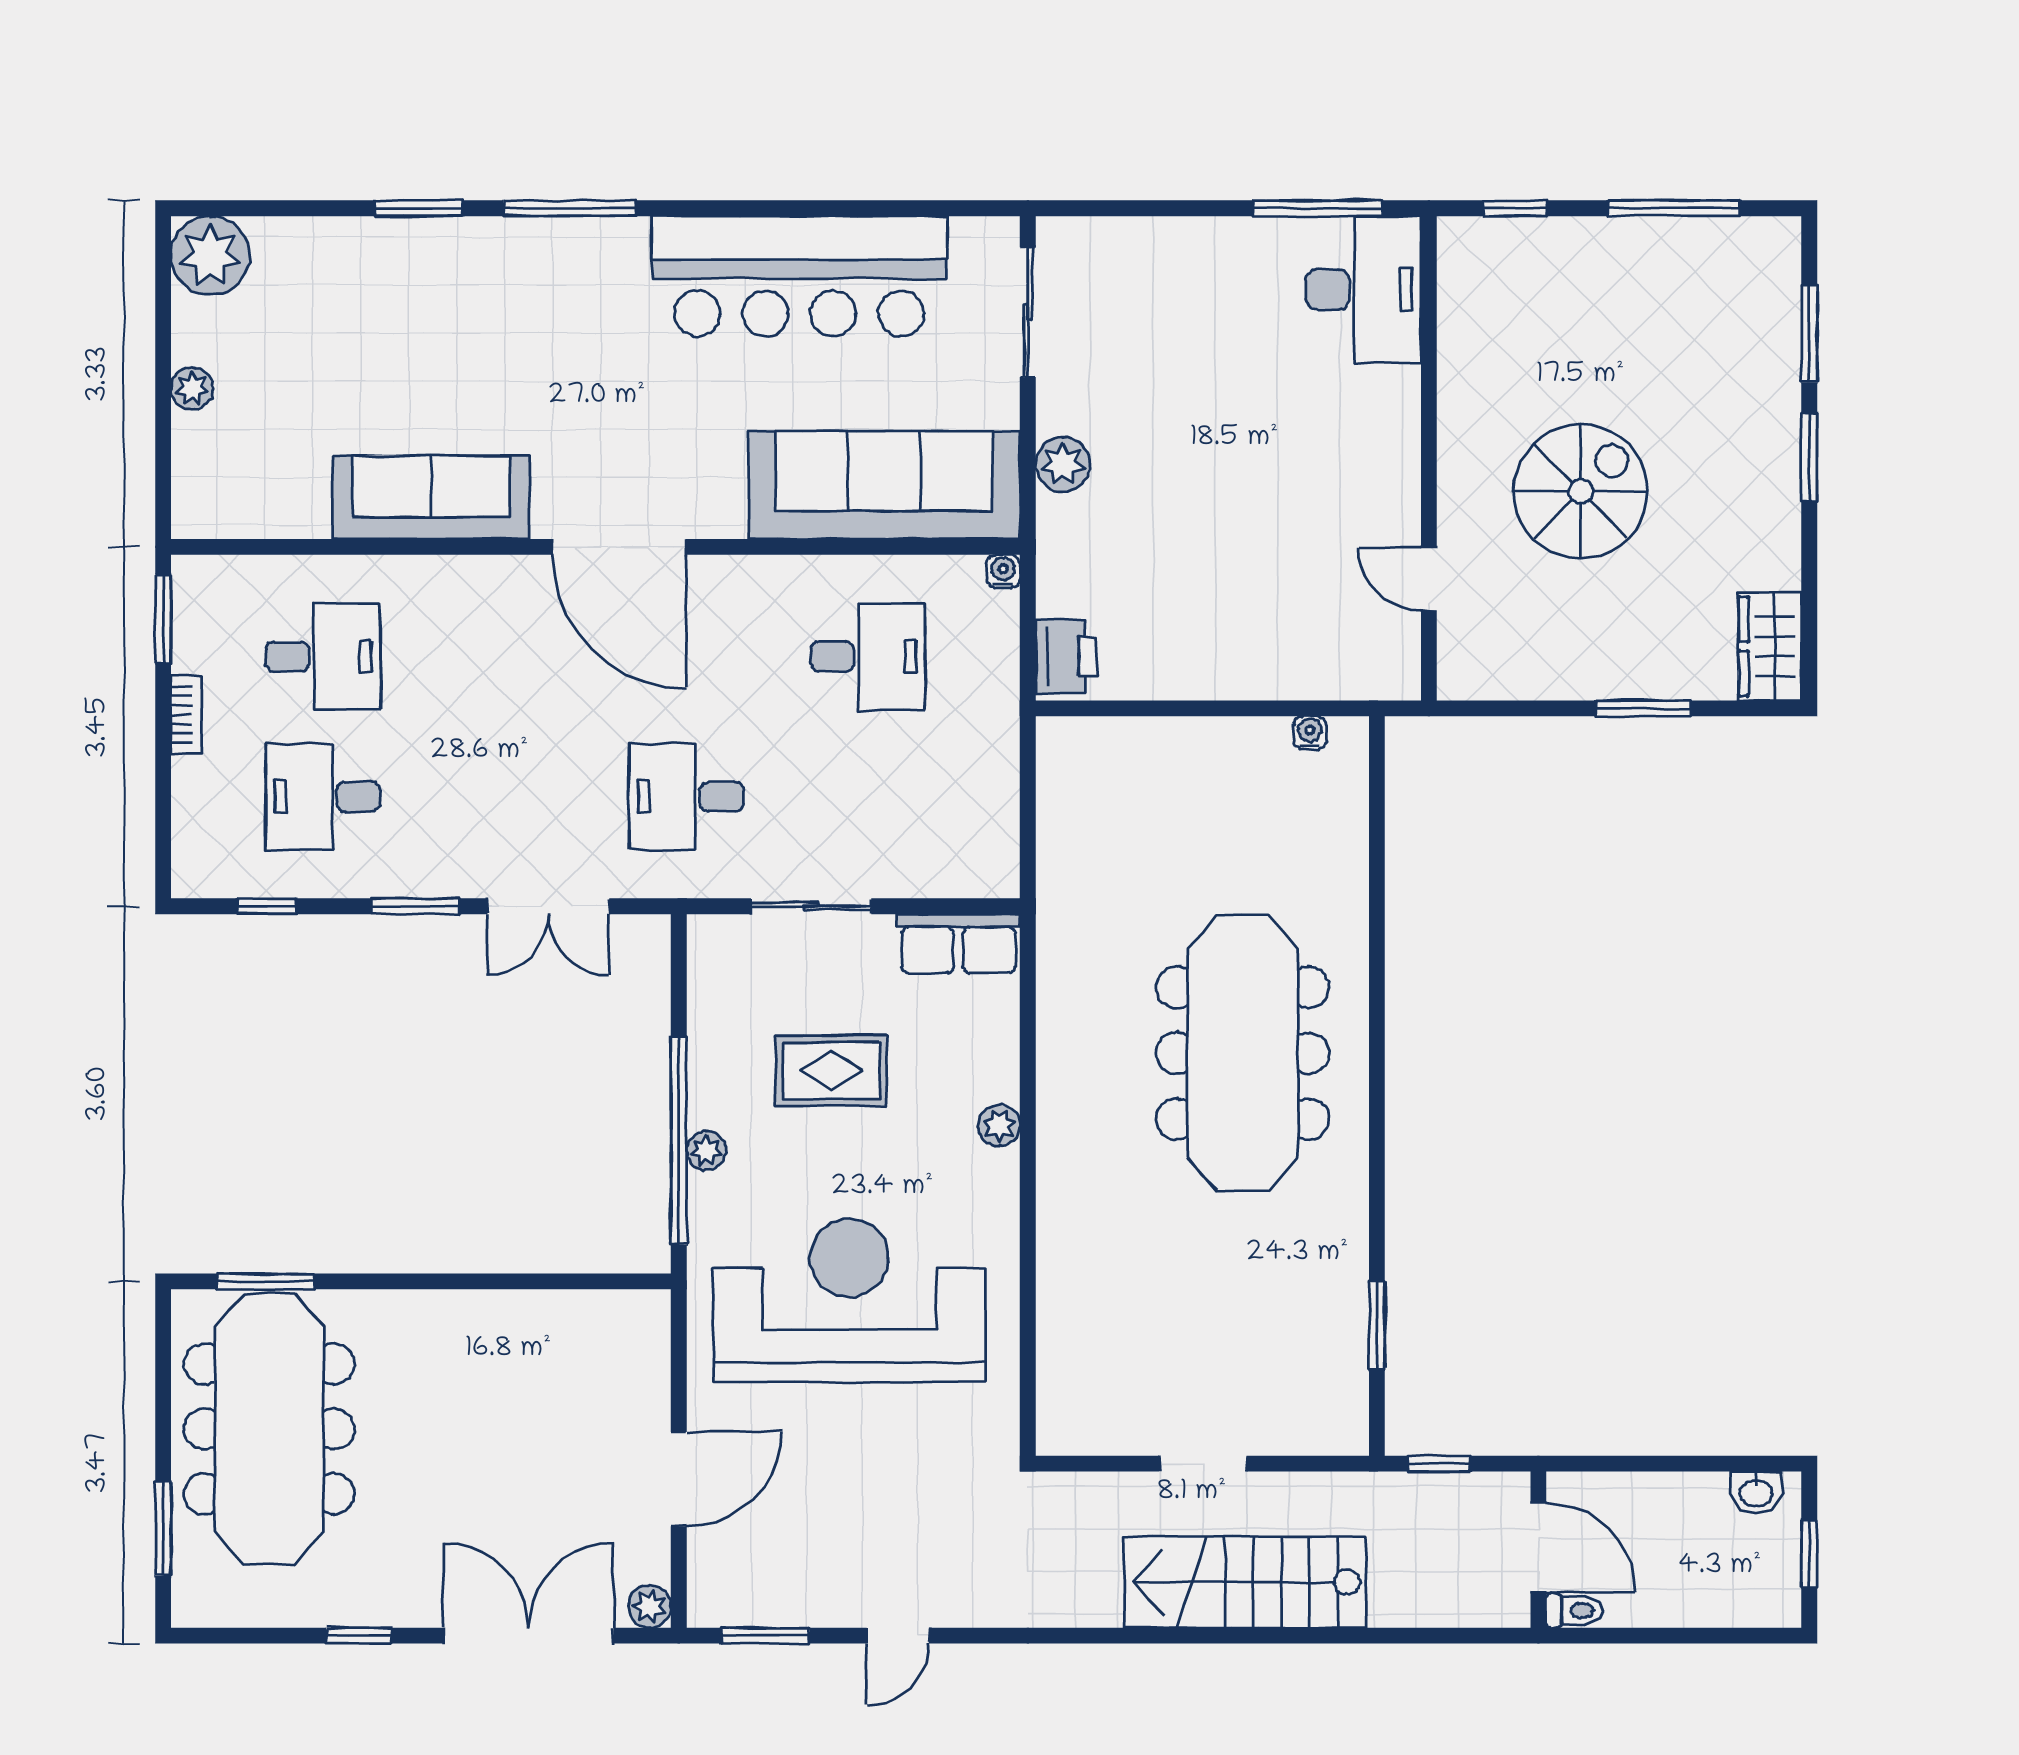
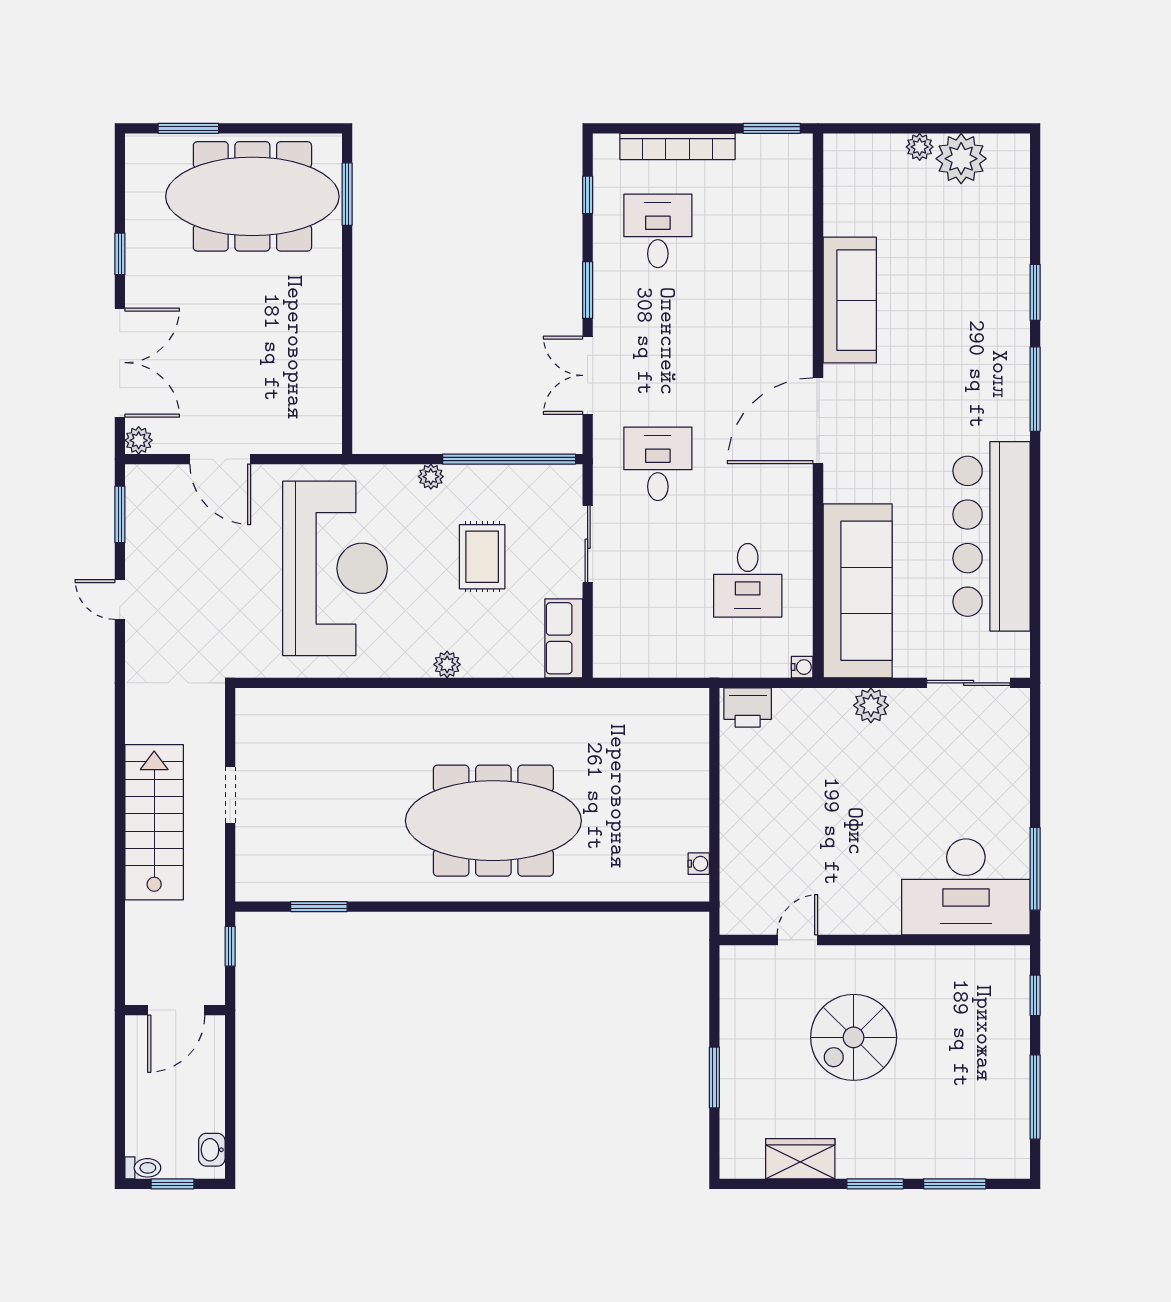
plant: (210, 255) -> (961, 159), moved
desk: (1363, 289) -> (966, 887), width x1.36, depth x1.30
spiral stairs: (1581, 491) -> (854, 1037), turned 90
wardrobe: (1770, 646) -> (800, 1159), moved
desk: (323, 657) -> (748, 231), removed
bookcase: (186, 715) -> (678, 146), width x2.31, depth x1.31
window: (679, 1141) -> (509, 459), moved
toilet: (1574, 1611) -> (143, 1168), moved, turned -90

